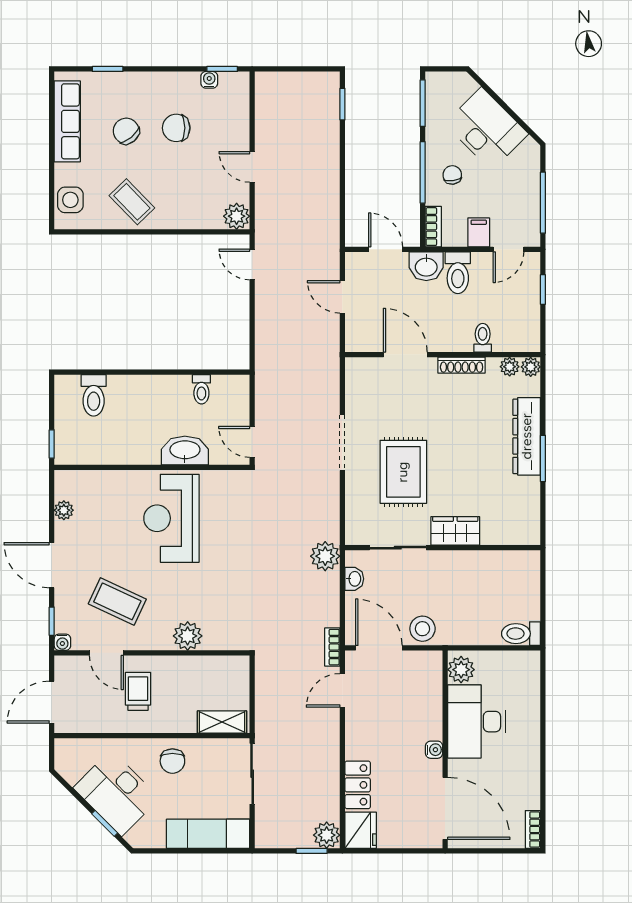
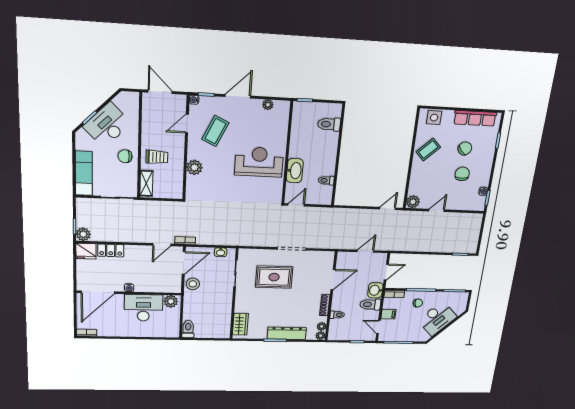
wardrobe: (455, 531) -> (240, 324), moved
plant: (325, 556) -> (233, 239), removed
door: (342, 690) -> (162, 245), swing flipped
trolley: (138, 691) -> (157, 157), moved

